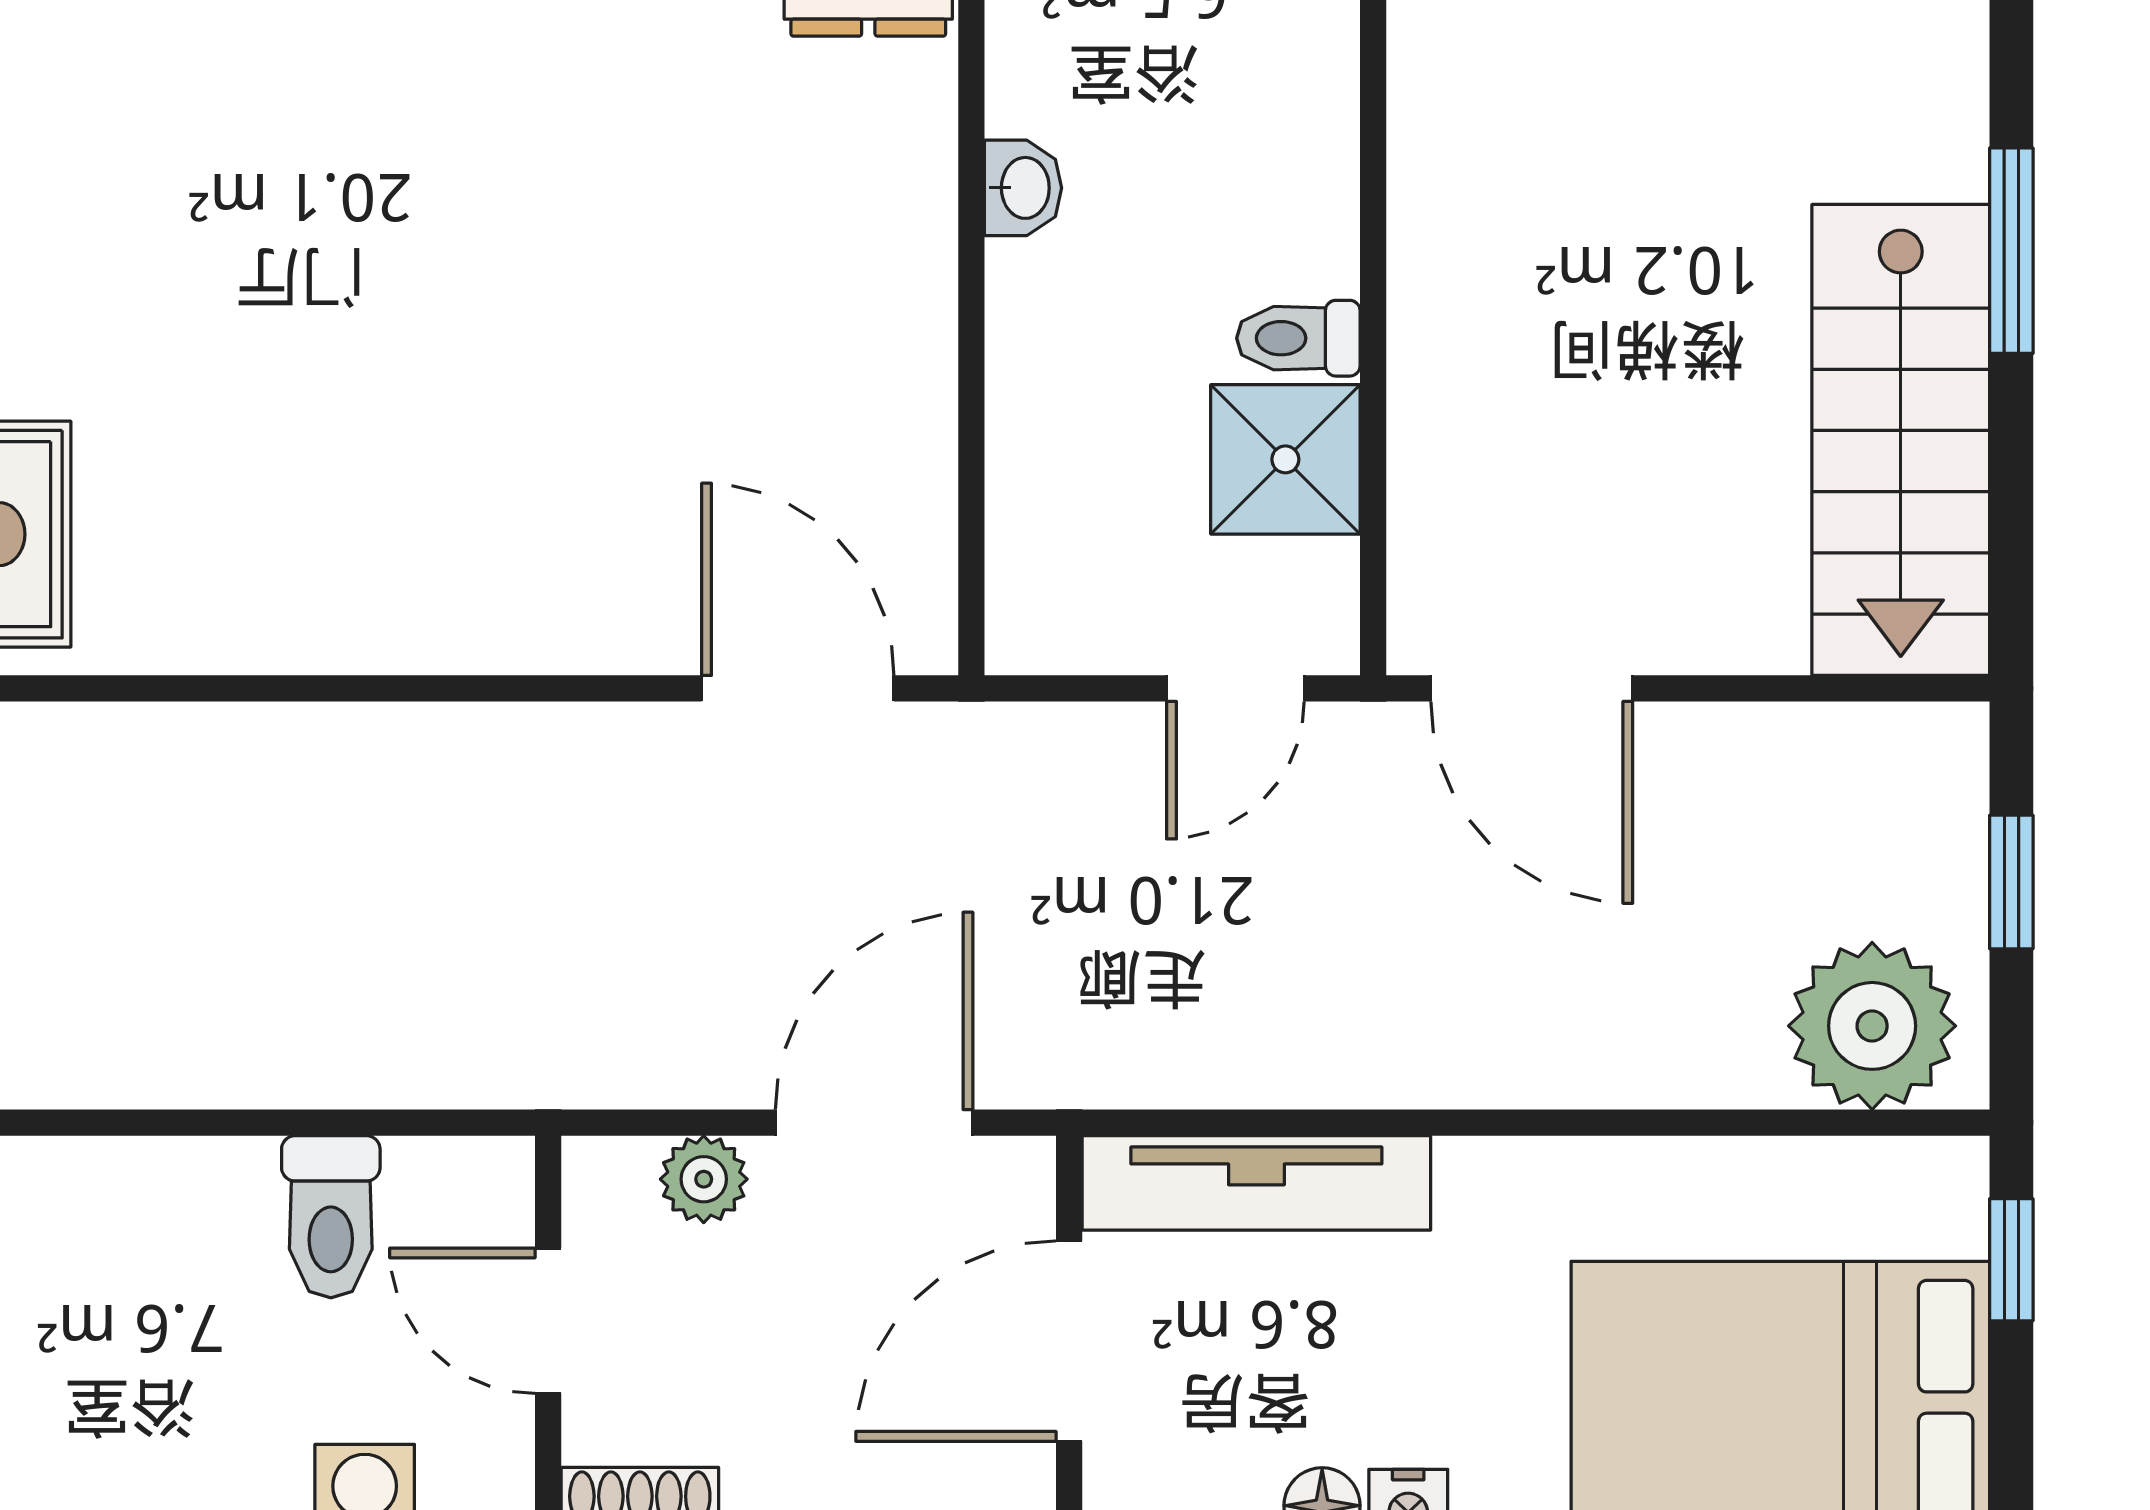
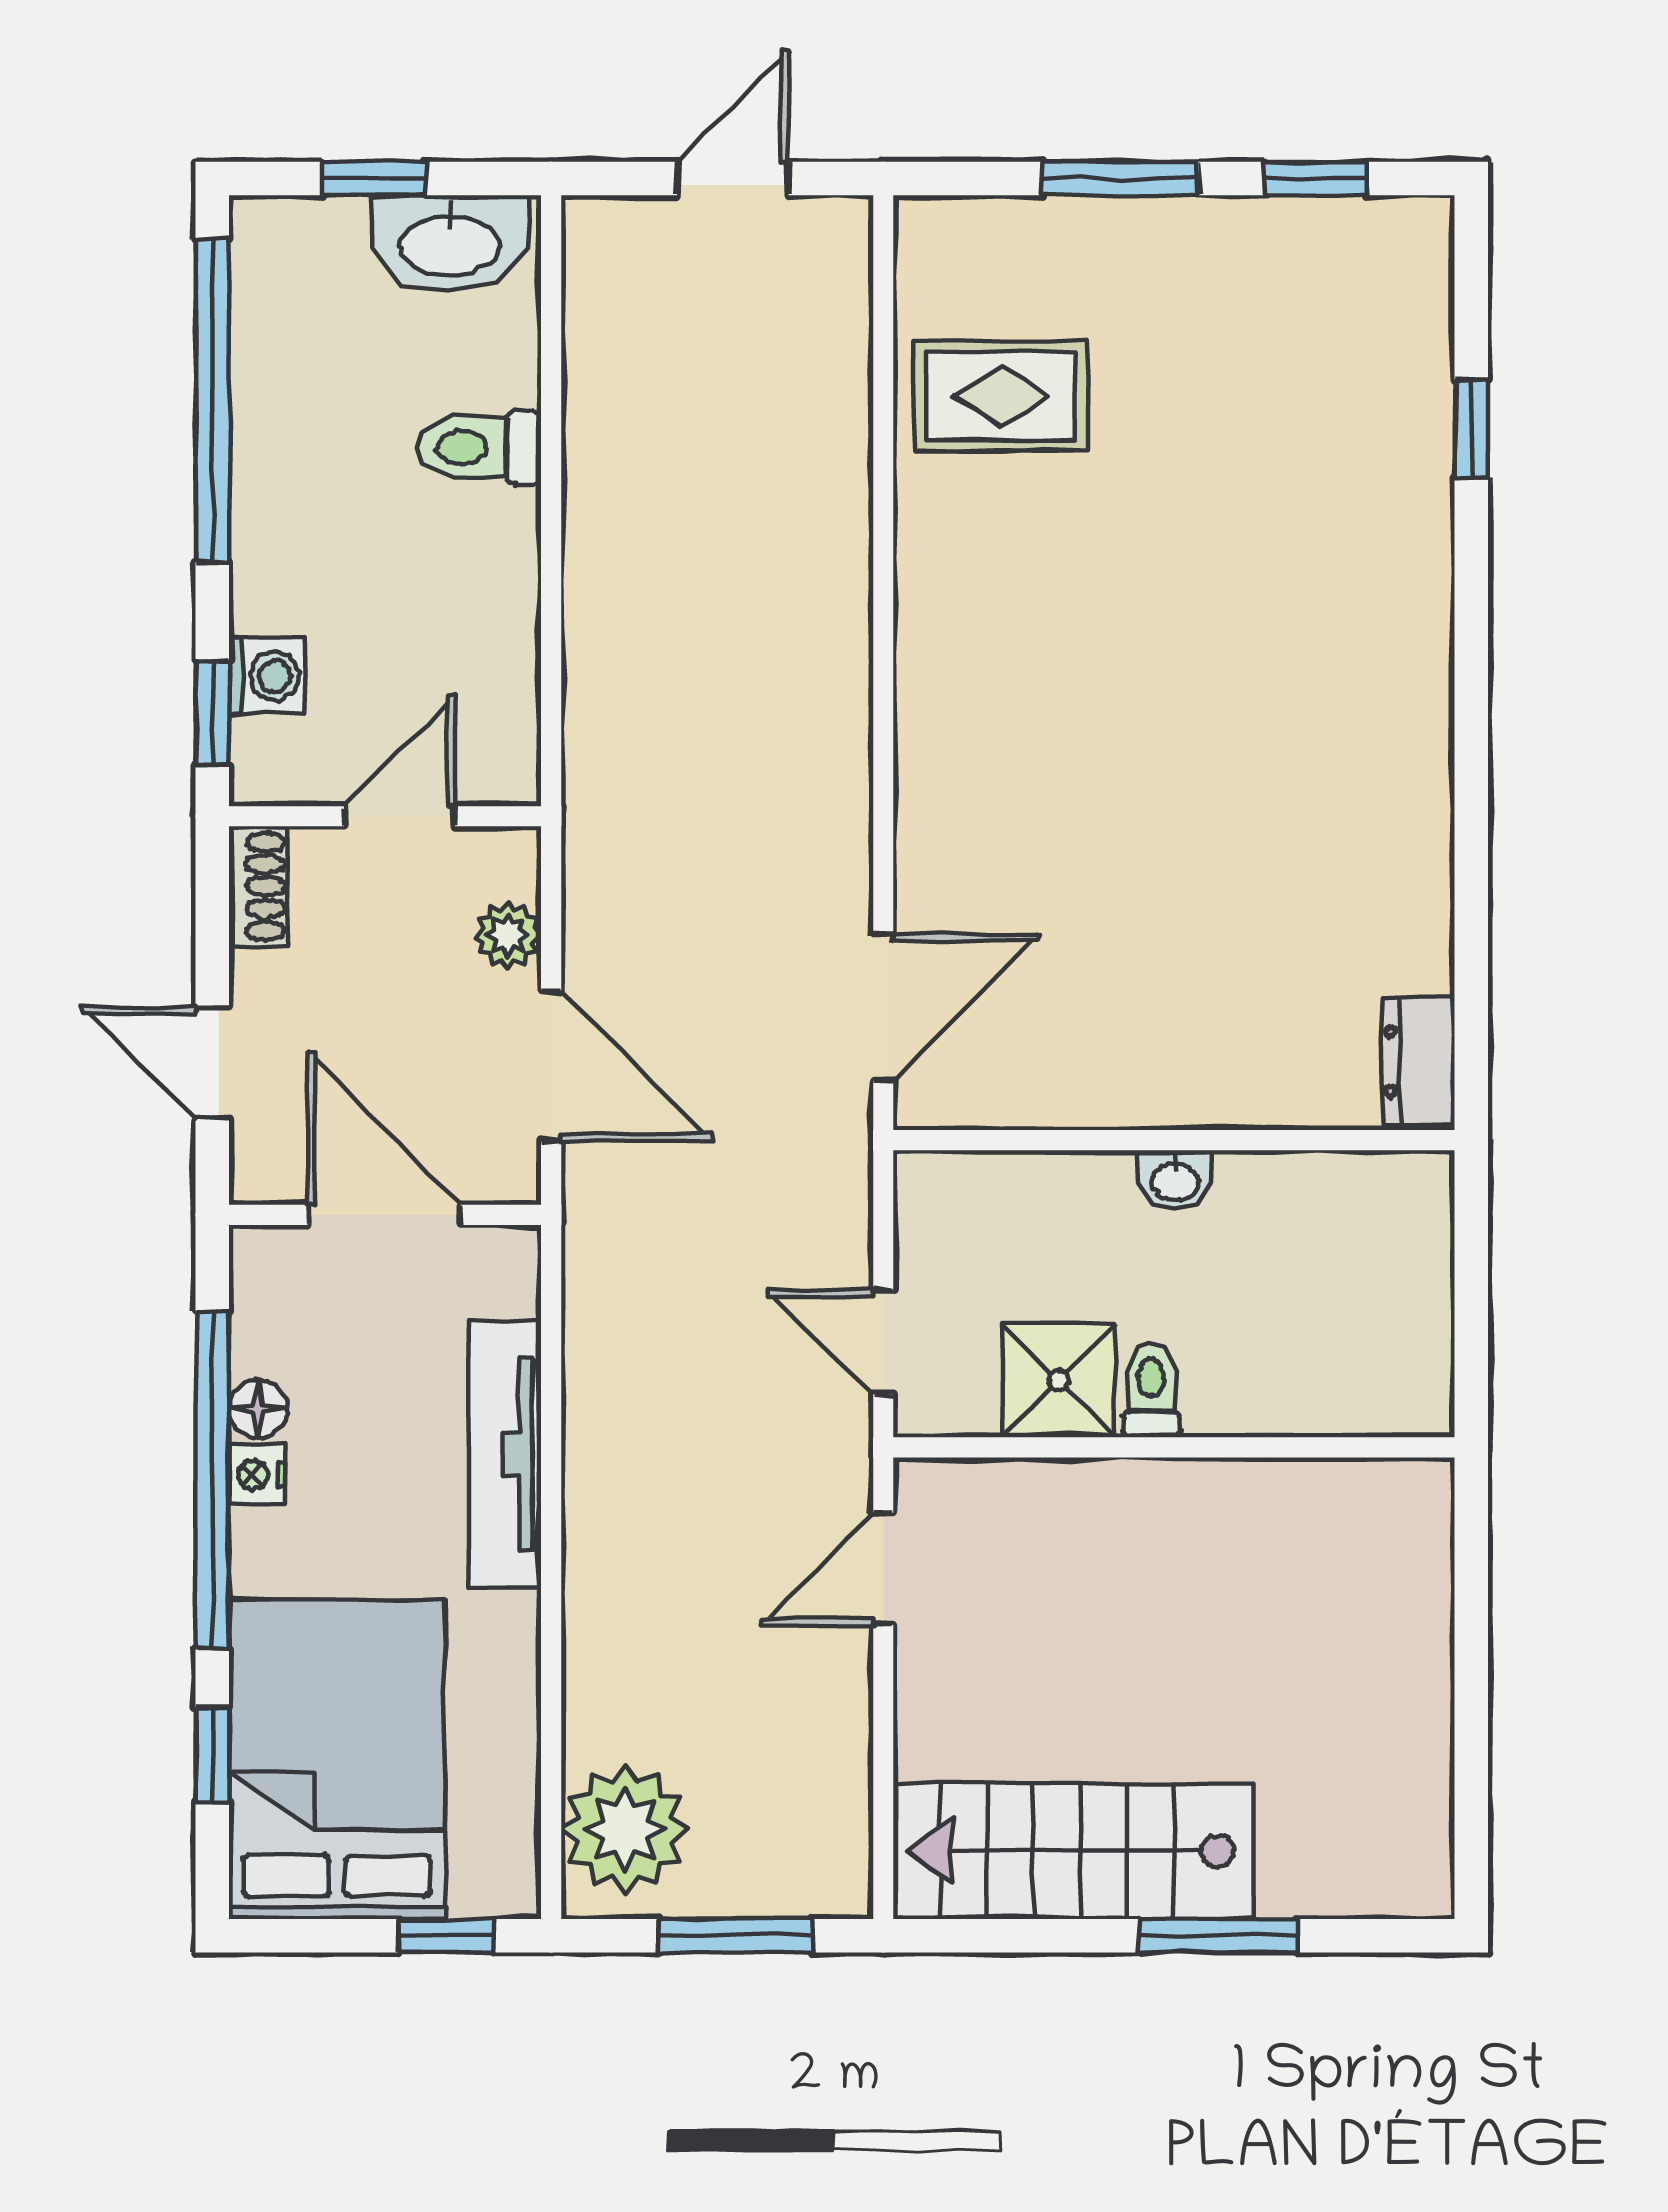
washbasin: (1023, 188) -> (1176, 1180), moved
door: (1532, 688) -> (883, 1569), width x0.73
window: (2011, 882) -> (735, 1936), width x1.50
tv unit: (1256, 1183) -> (505, 1454), moved
toilet: (331, 1217) -> (479, 448), moved

